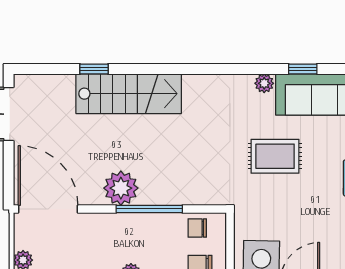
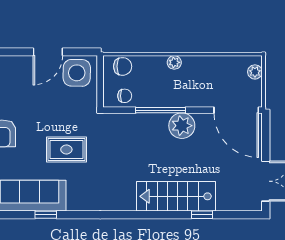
plant: (264, 83) -> (75, 204), removed

